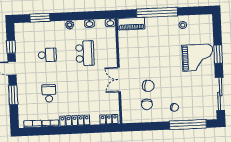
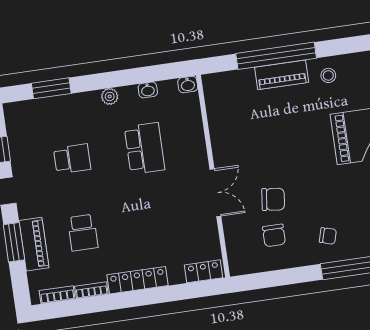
piano: (131, 24) -> (282, 75), moved
double door: (119, 80) -> (215, 193), swing flipped
school desk: (49, 93) -> (83, 233), turned 180
piano: (23, 97) -> (34, 244), added

